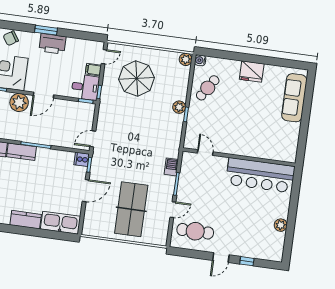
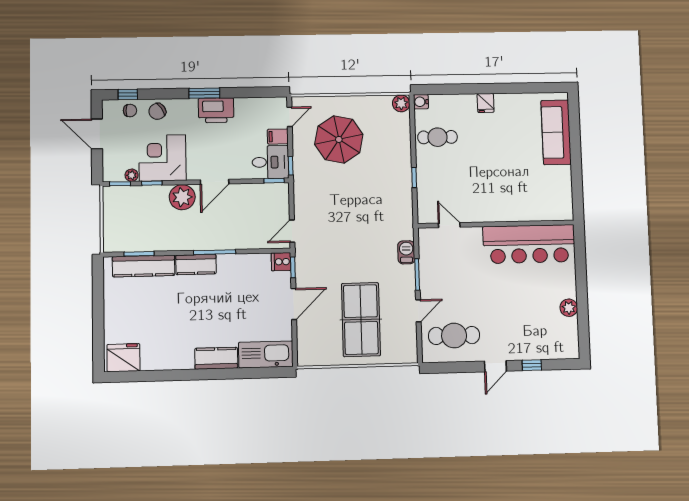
fridge: (252, 72) -> (486, 103), width x0.53, depth x0.75
cafe table: (208, 88) -> (437, 137), turned 57
plant: (179, 107) -> (403, 169), removed

